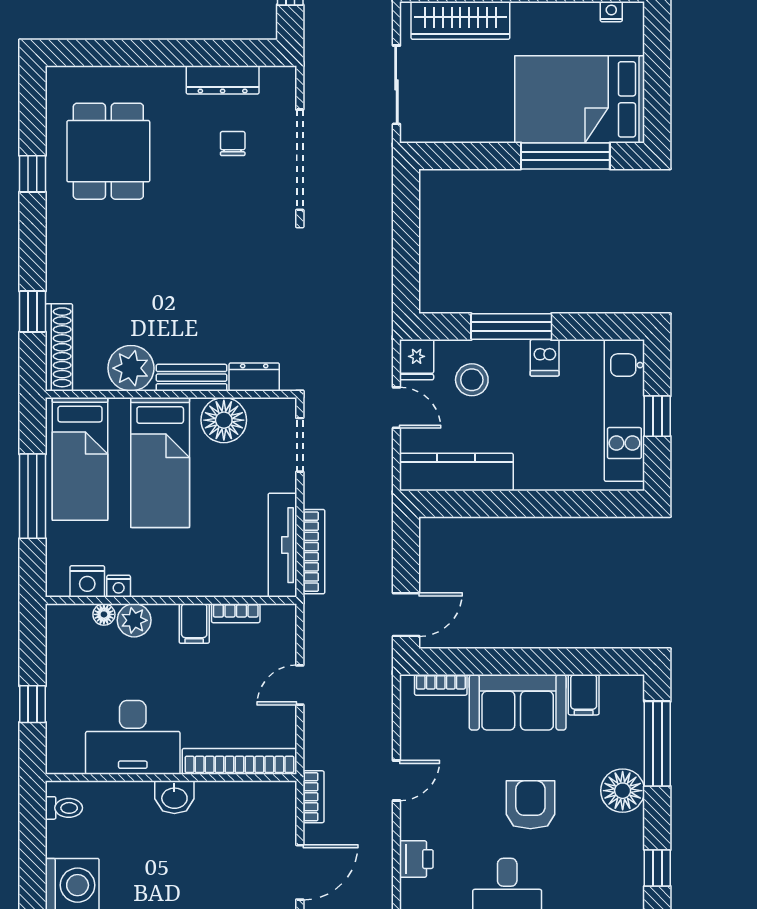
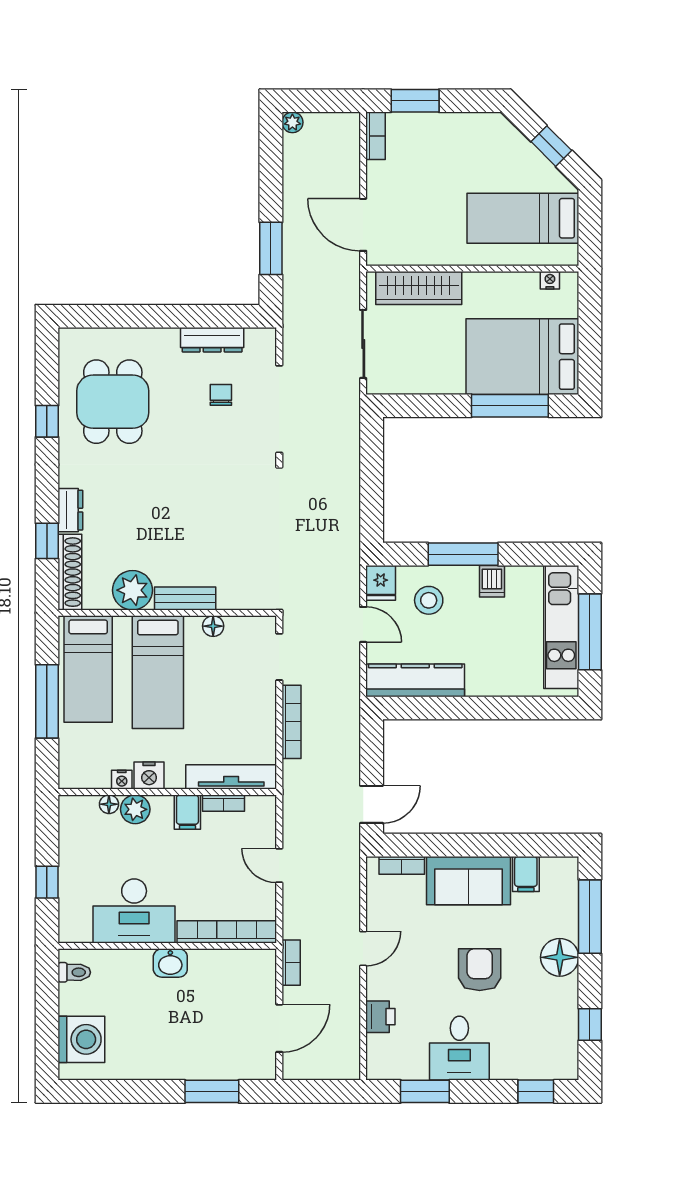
dresser: (254, 377) -> (70, 510), moved, turned 90
window: (657, 416) -> (590, 632), width x2.17
floor lamp: (224, 420) -> (213, 626), width x0.53, depth x0.53
tv unit: (282, 545) -> (231, 777), moved, turned 90
bookcase: (314, 552) -> (291, 722), moved
nightstand: (87, 581) -> (149, 775), moved
door: (300, 685) -> (279, 865), hinge flipped

